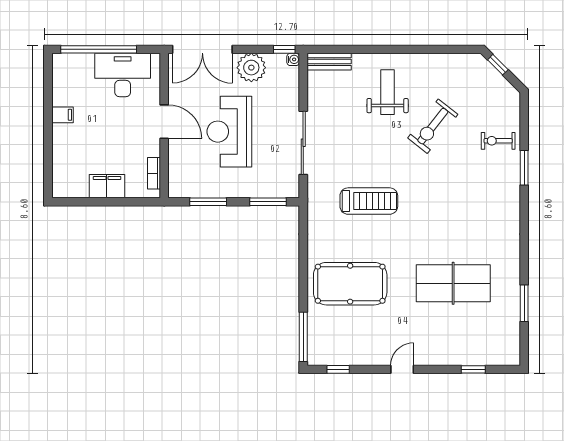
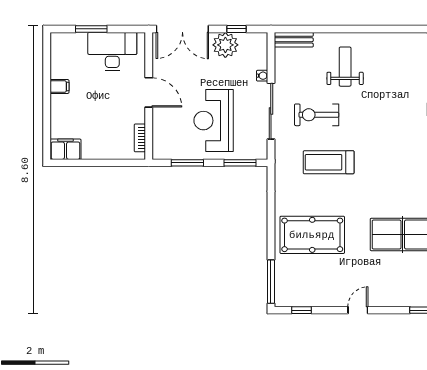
window: (99, 49) -> (91, 29), width x0.47
window: (284, 49) -> (237, 29), moved
water cooler: (293, 59) -> (262, 76), moved
exercise bike: (433, 126) -> (317, 115), moved, turned 52
reception desk: (229, 132) -> (214, 121), moved
filing cabinet: (107, 186) -> (65, 149), moved
treadmill: (369, 201) -> (329, 162), turned 180

